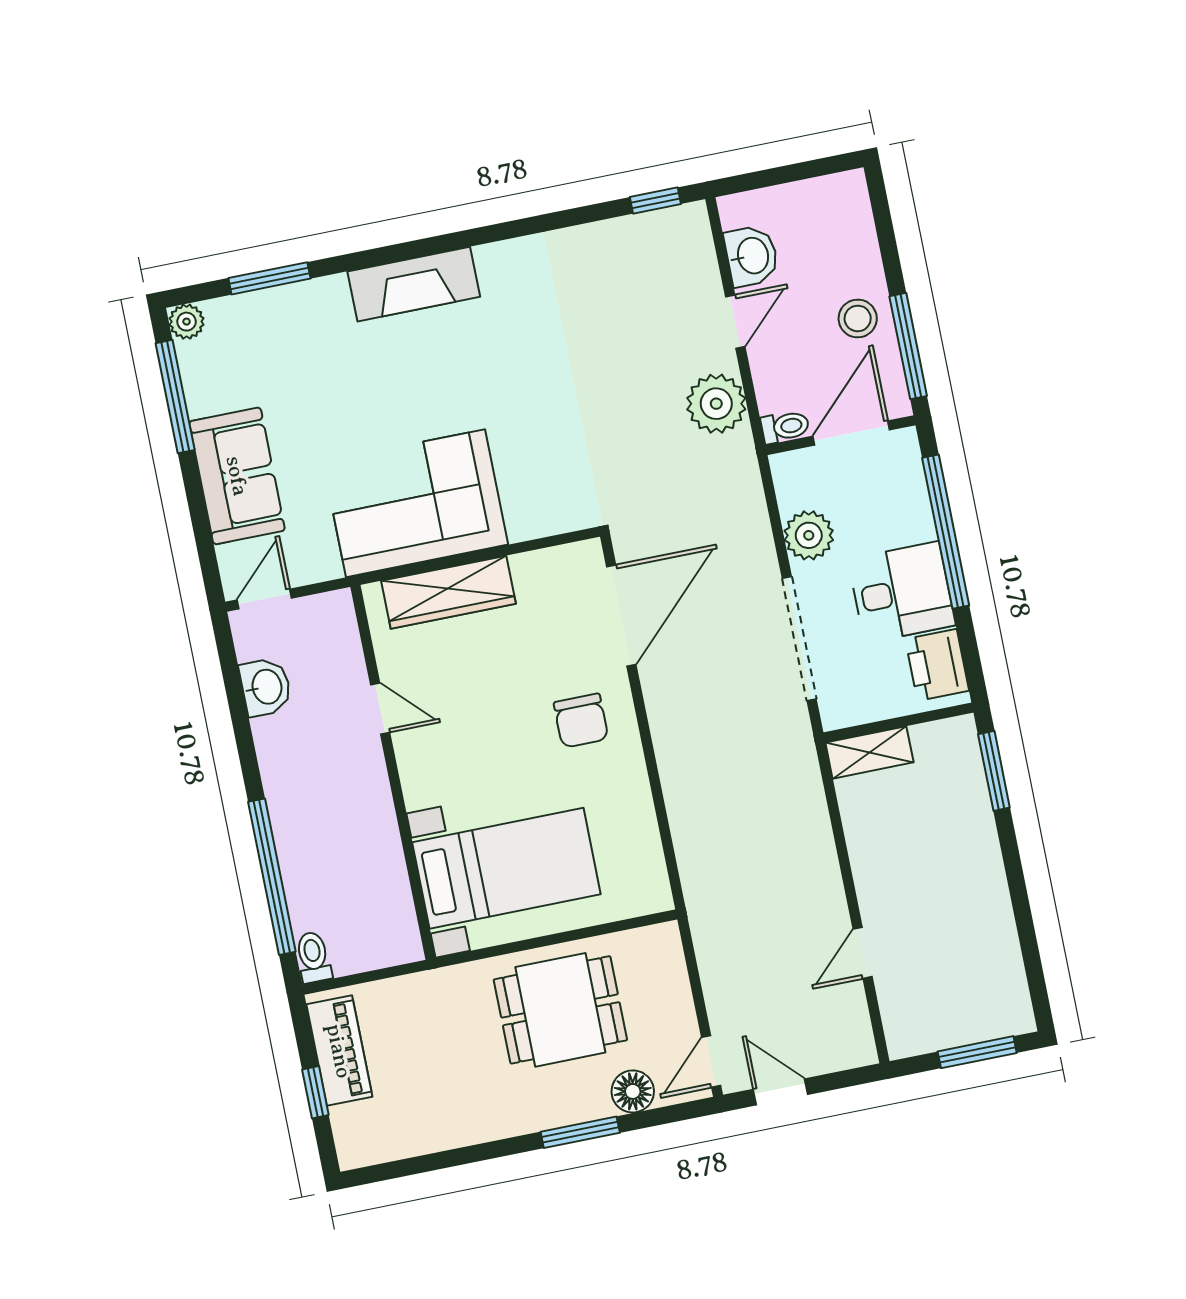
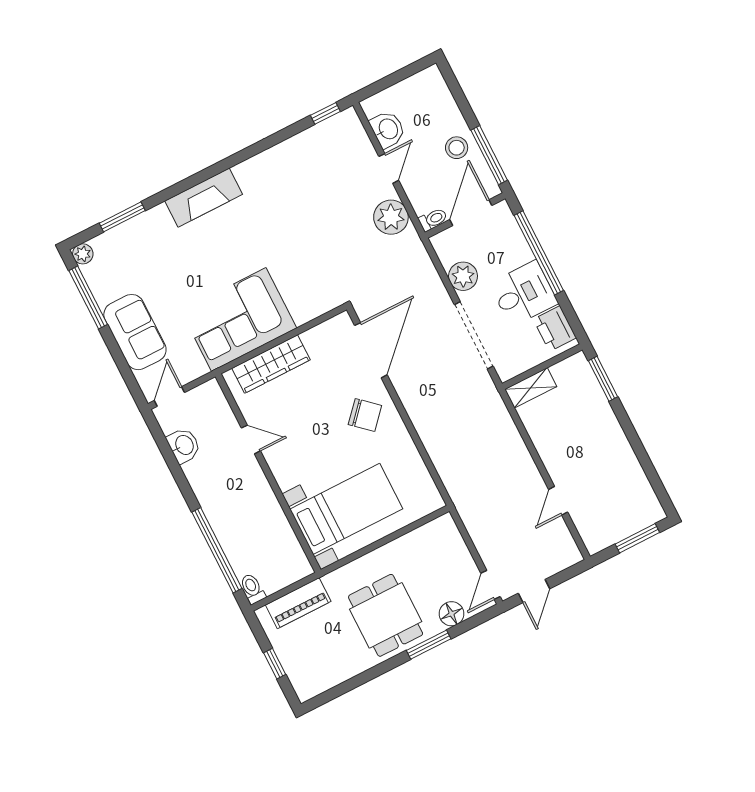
chair: (581, 721) -> (365, 415), turned -48
dining table: (560, 1010) -> (386, 615), moved, turned 90
piano: (339, 1051) -> (298, 603), moved, turned 90
door: (781, 1092) -> (534, 591), swing flipped

